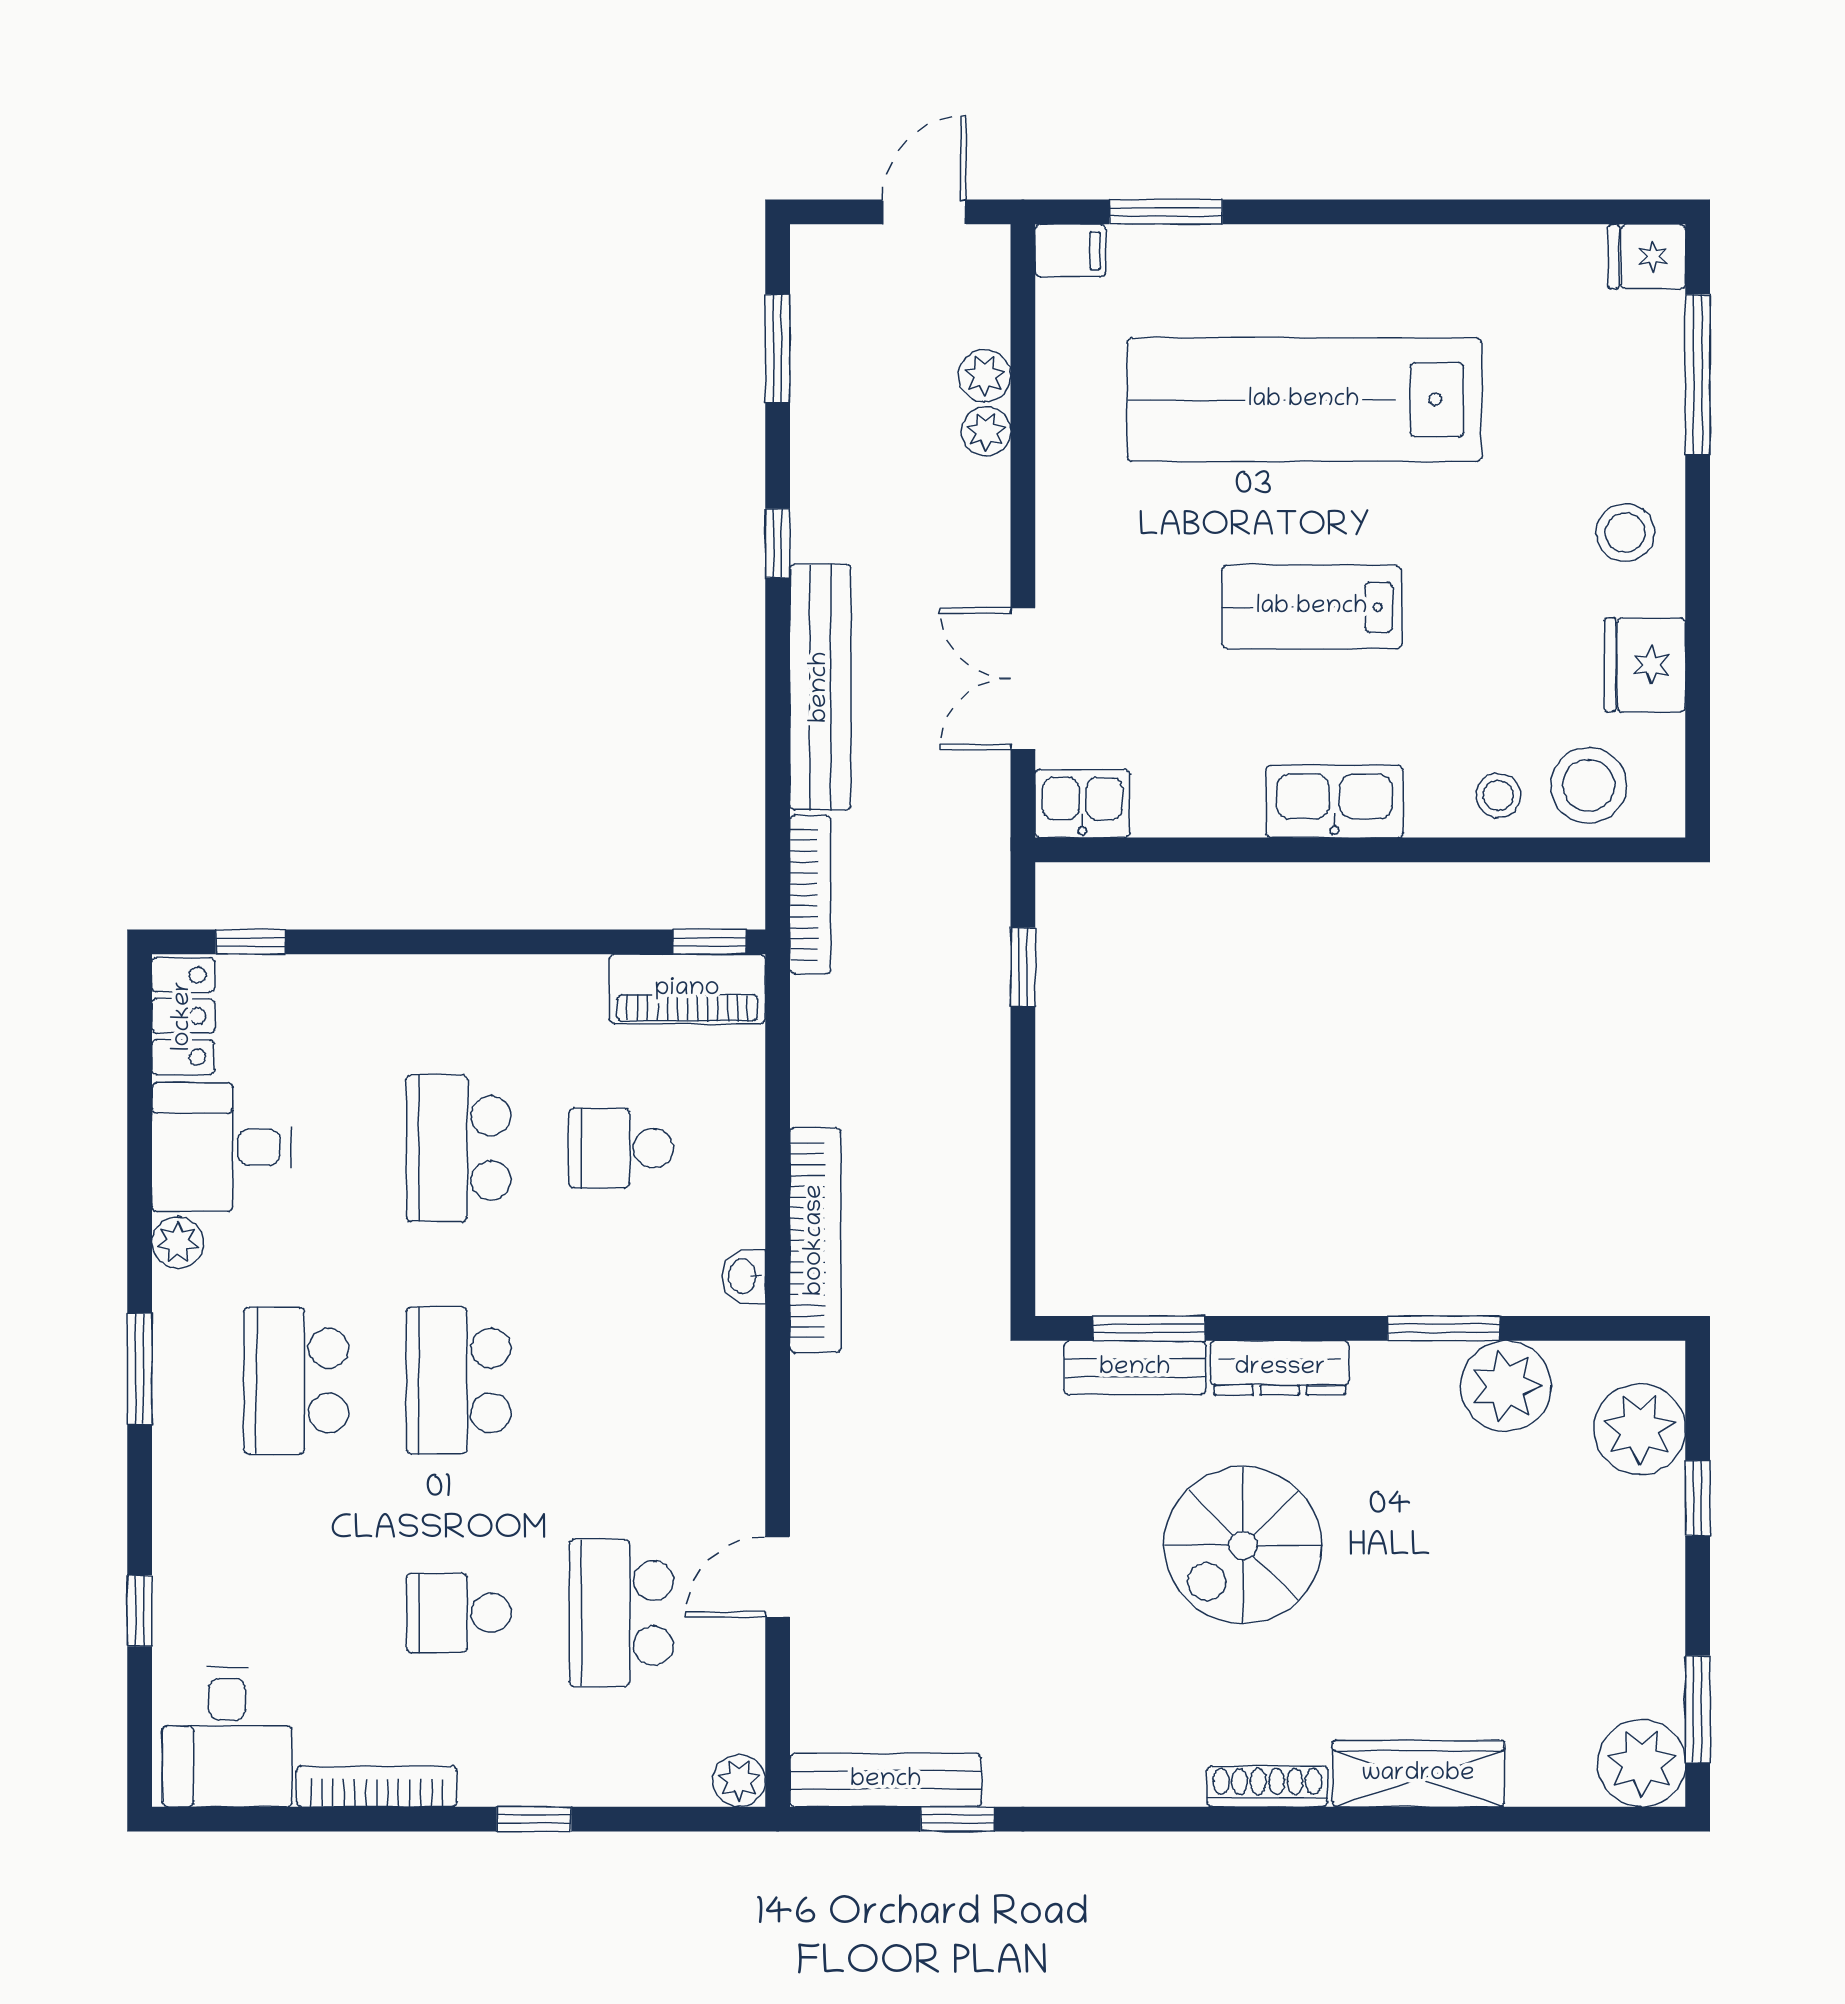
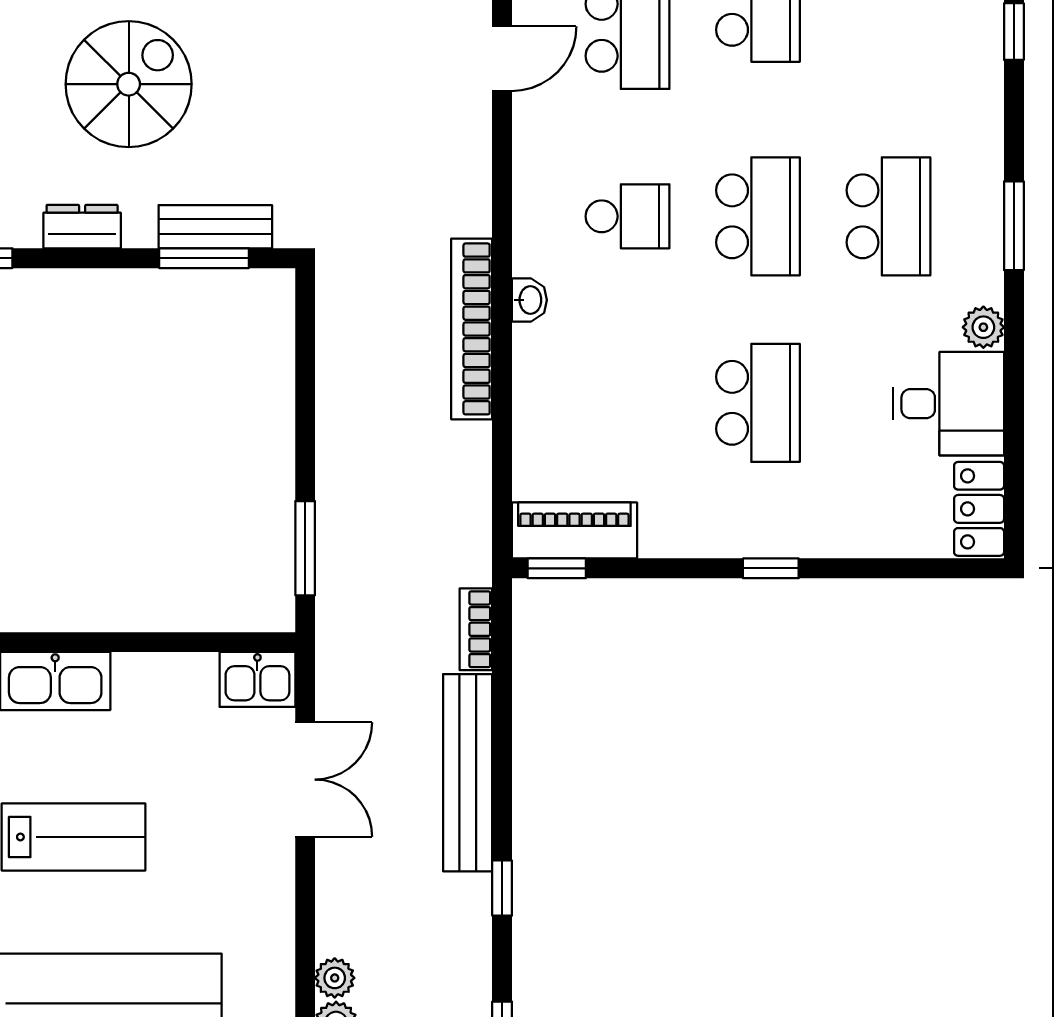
bookcase: (810, 895) -> (476, 629), width x0.64
window: (251, 942) -> (771, 568), moved
window: (1023, 967) -> (305, 548), width x1.50
school desk: (621, 1148) -> (628, 216), moved
dresser: (1280, 1368) -> (82, 227), width x0.70

